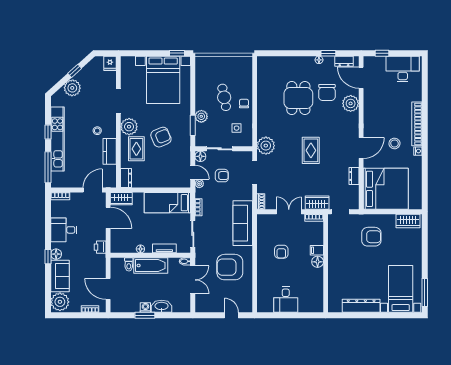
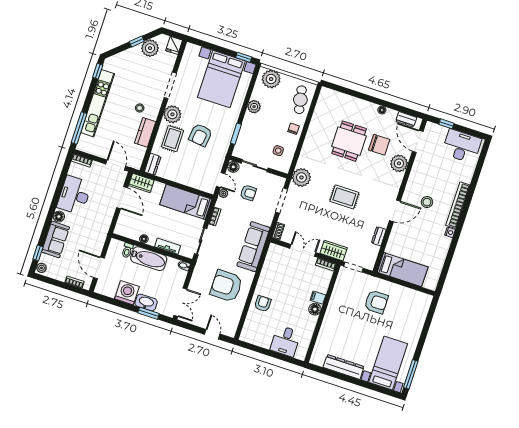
window: (328, 53) -> (393, 106), removed
plant: (209, 65) -> (271, 79), added
plant: (72, 88) -> (150, 48), moved
chair: (327, 92) -> (379, 145), turned -90
cafe table: (224, 97) -> (300, 100), moved
plant: (201, 116) -> (254, 107), moved
window: (48, 132) -> (98, 71), moved
armchair: (161, 137) -> (201, 135), turned 120
stool: (395, 143) -> (427, 202), moved
rug: (311, 150) -> (344, 197), turned 90
bed: (386, 189) -> (403, 270), width x0.49
door: (93, 190) -> (116, 165), hinge flipped
wardrobe: (408, 221) -> (418, 298), removed
desk: (64, 230) -> (74, 195), width x1.37
printer: (100, 247) -> (105, 224), removed
armchair: (281, 252) -> (263, 304), moved, turned 180
window: (48, 257) -> (38, 253), moved
double door: (193, 280) -> (180, 302), moved
desk: (286, 300) -> (286, 341), moved
plant: (60, 302) -> (42, 268), width x0.53, depth x0.53
washing machine: (145, 308) -> (127, 293), width x1.89, depth x1.89
window: (145, 315) -> (149, 313), moved

